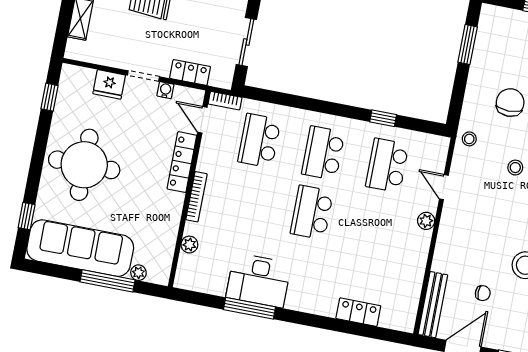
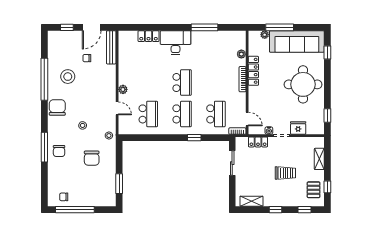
window: (383, 118) -> (194, 138), moved
locker: (182, 162) -> (253, 71), moved
desk: (259, 280) -> (175, 43), moved

